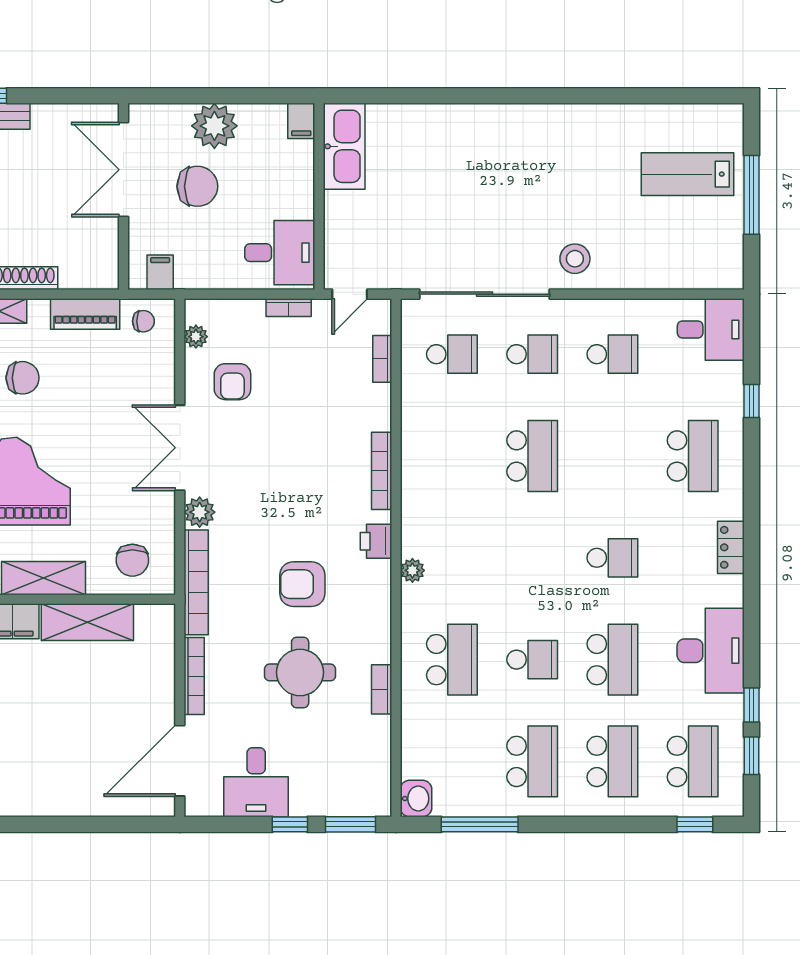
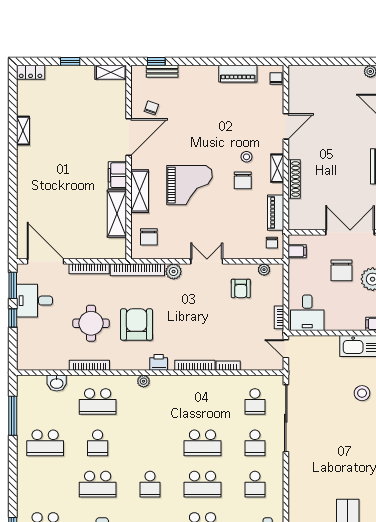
stool: (575, 259) -> (362, 393), moved
bookcase: (382, 359) -> (228, 366), moved
armchair: (232, 382) -> (241, 288), turned -90
double door: (180, 448) -> (207, 261), width x0.73
chair: (132, 560) -> (149, 237), turned -90
armchair: (302, 584) -> (136, 324), width x1.36, depth x1.36
bookcase: (382, 689) -> (89, 365), width x1.56
school desk: (612, 761) -> (202, 484), moved
washbasin: (416, 799) -> (57, 383), moved
window: (351, 824) -> (13, 285), moved

